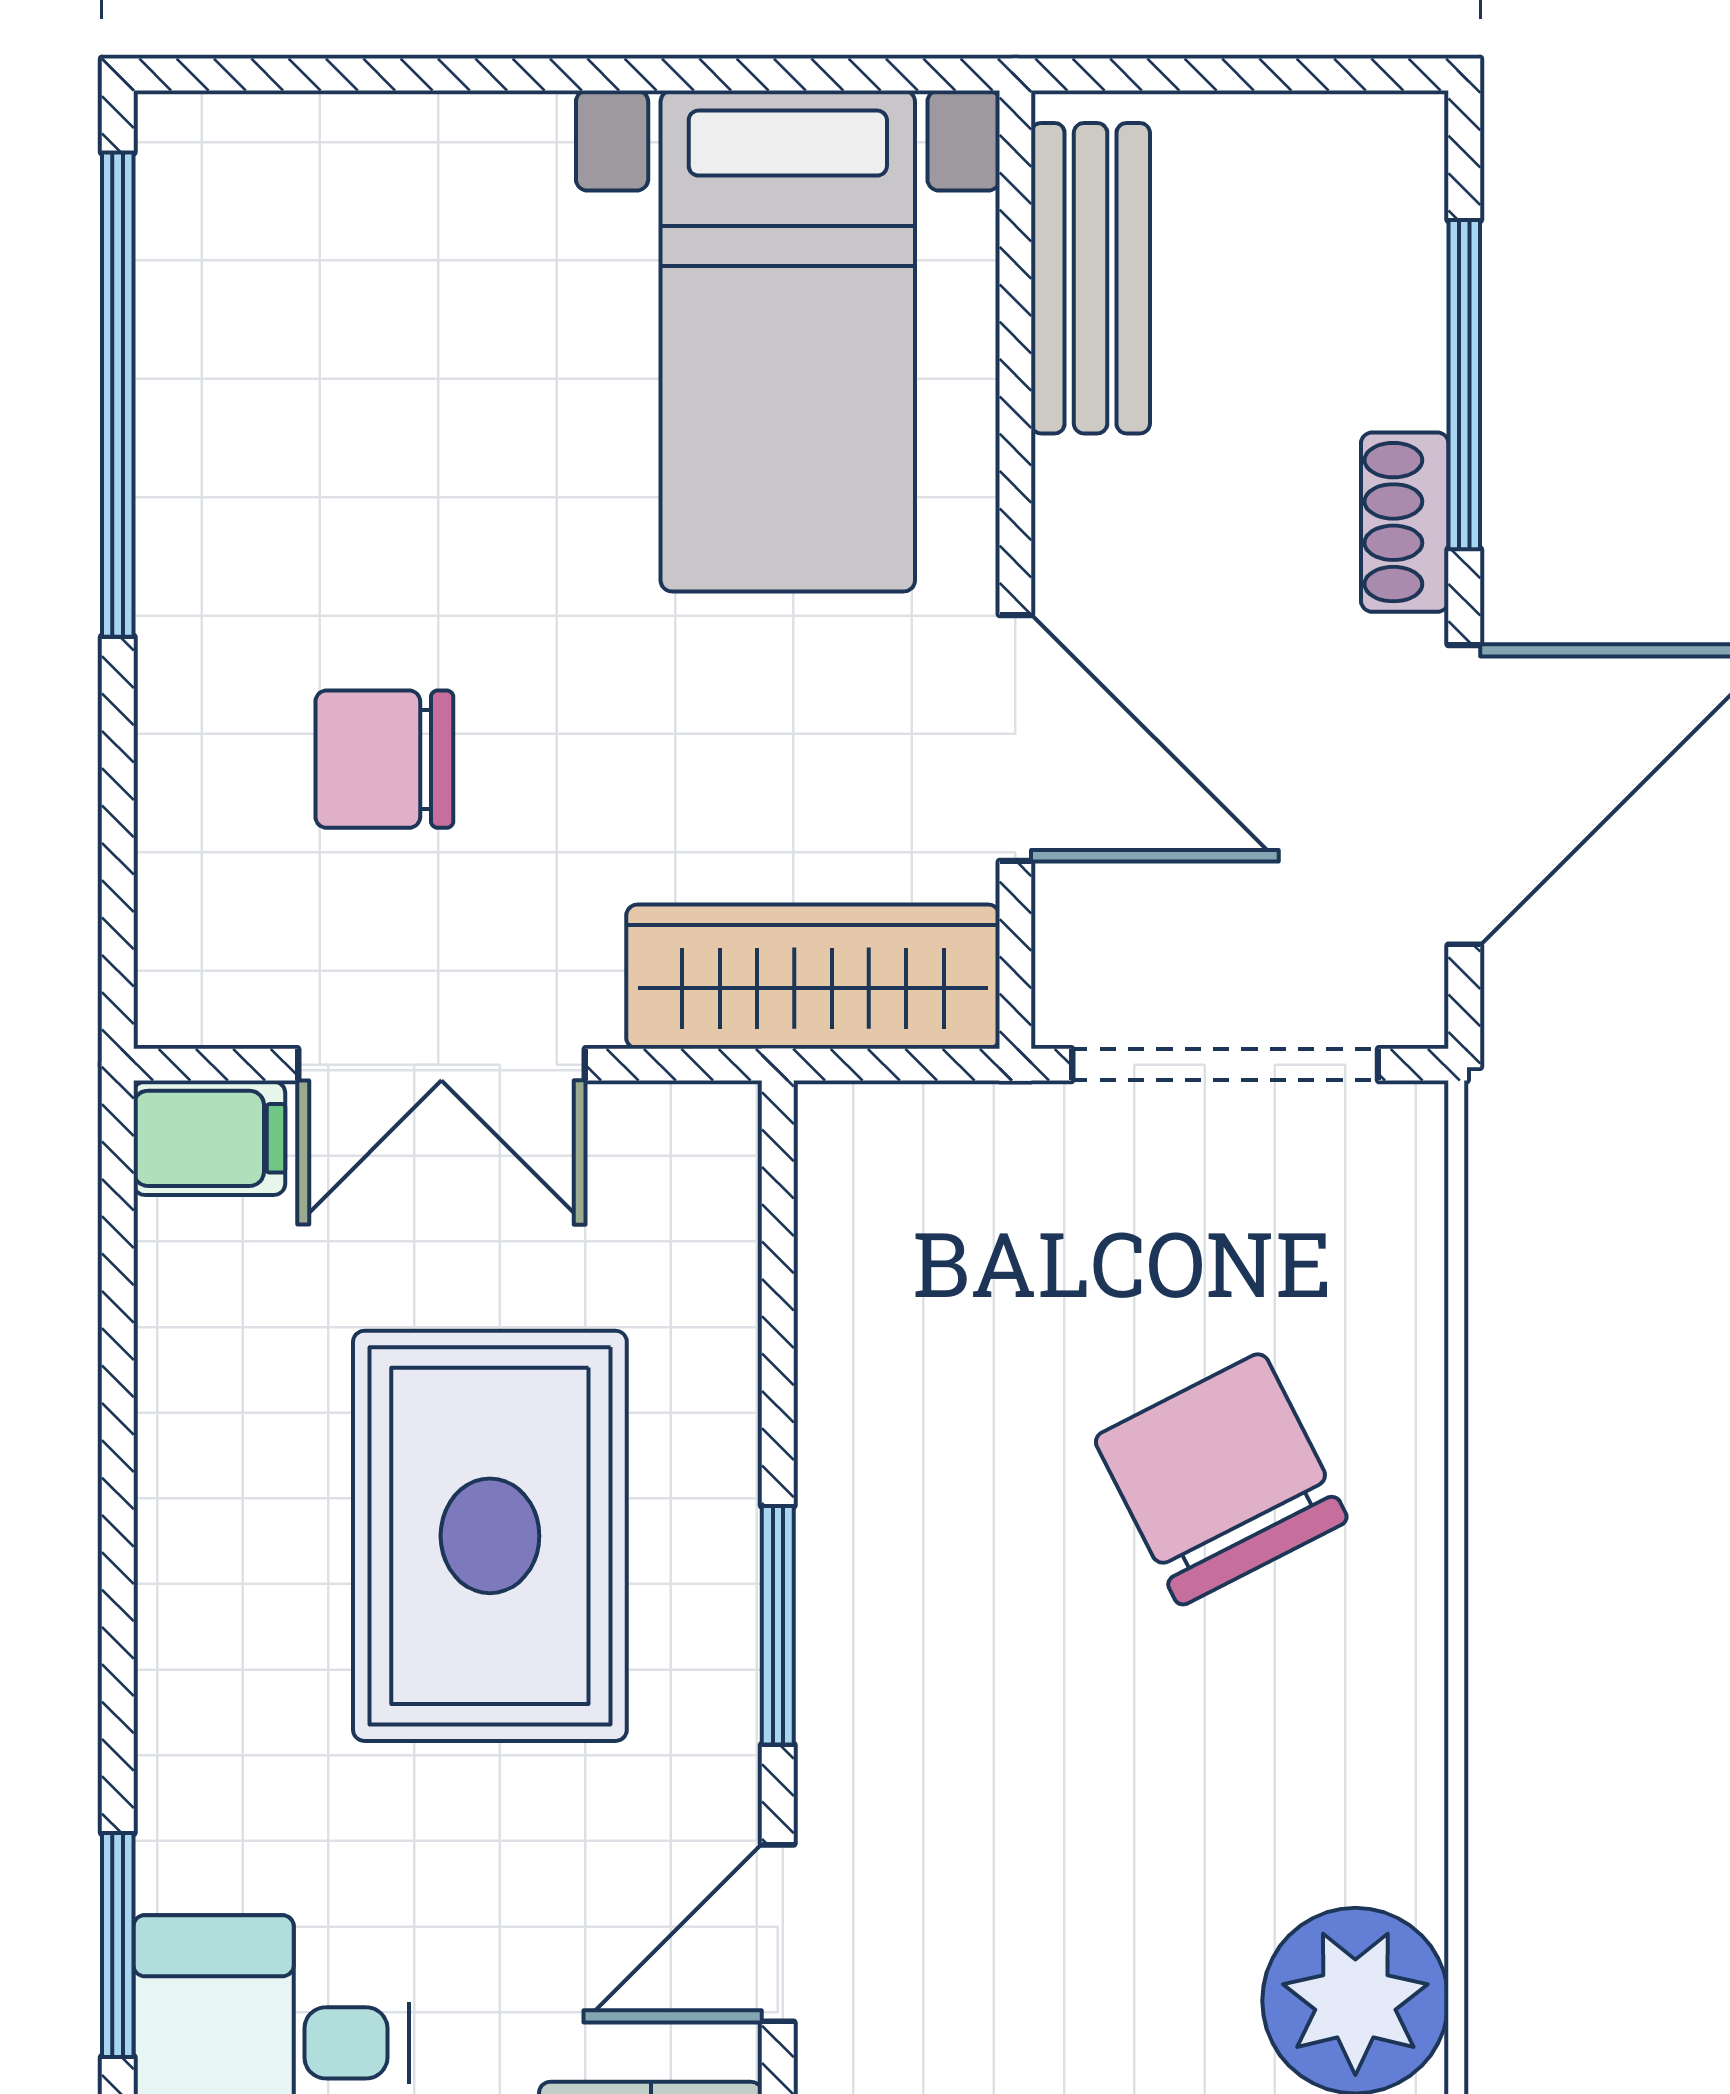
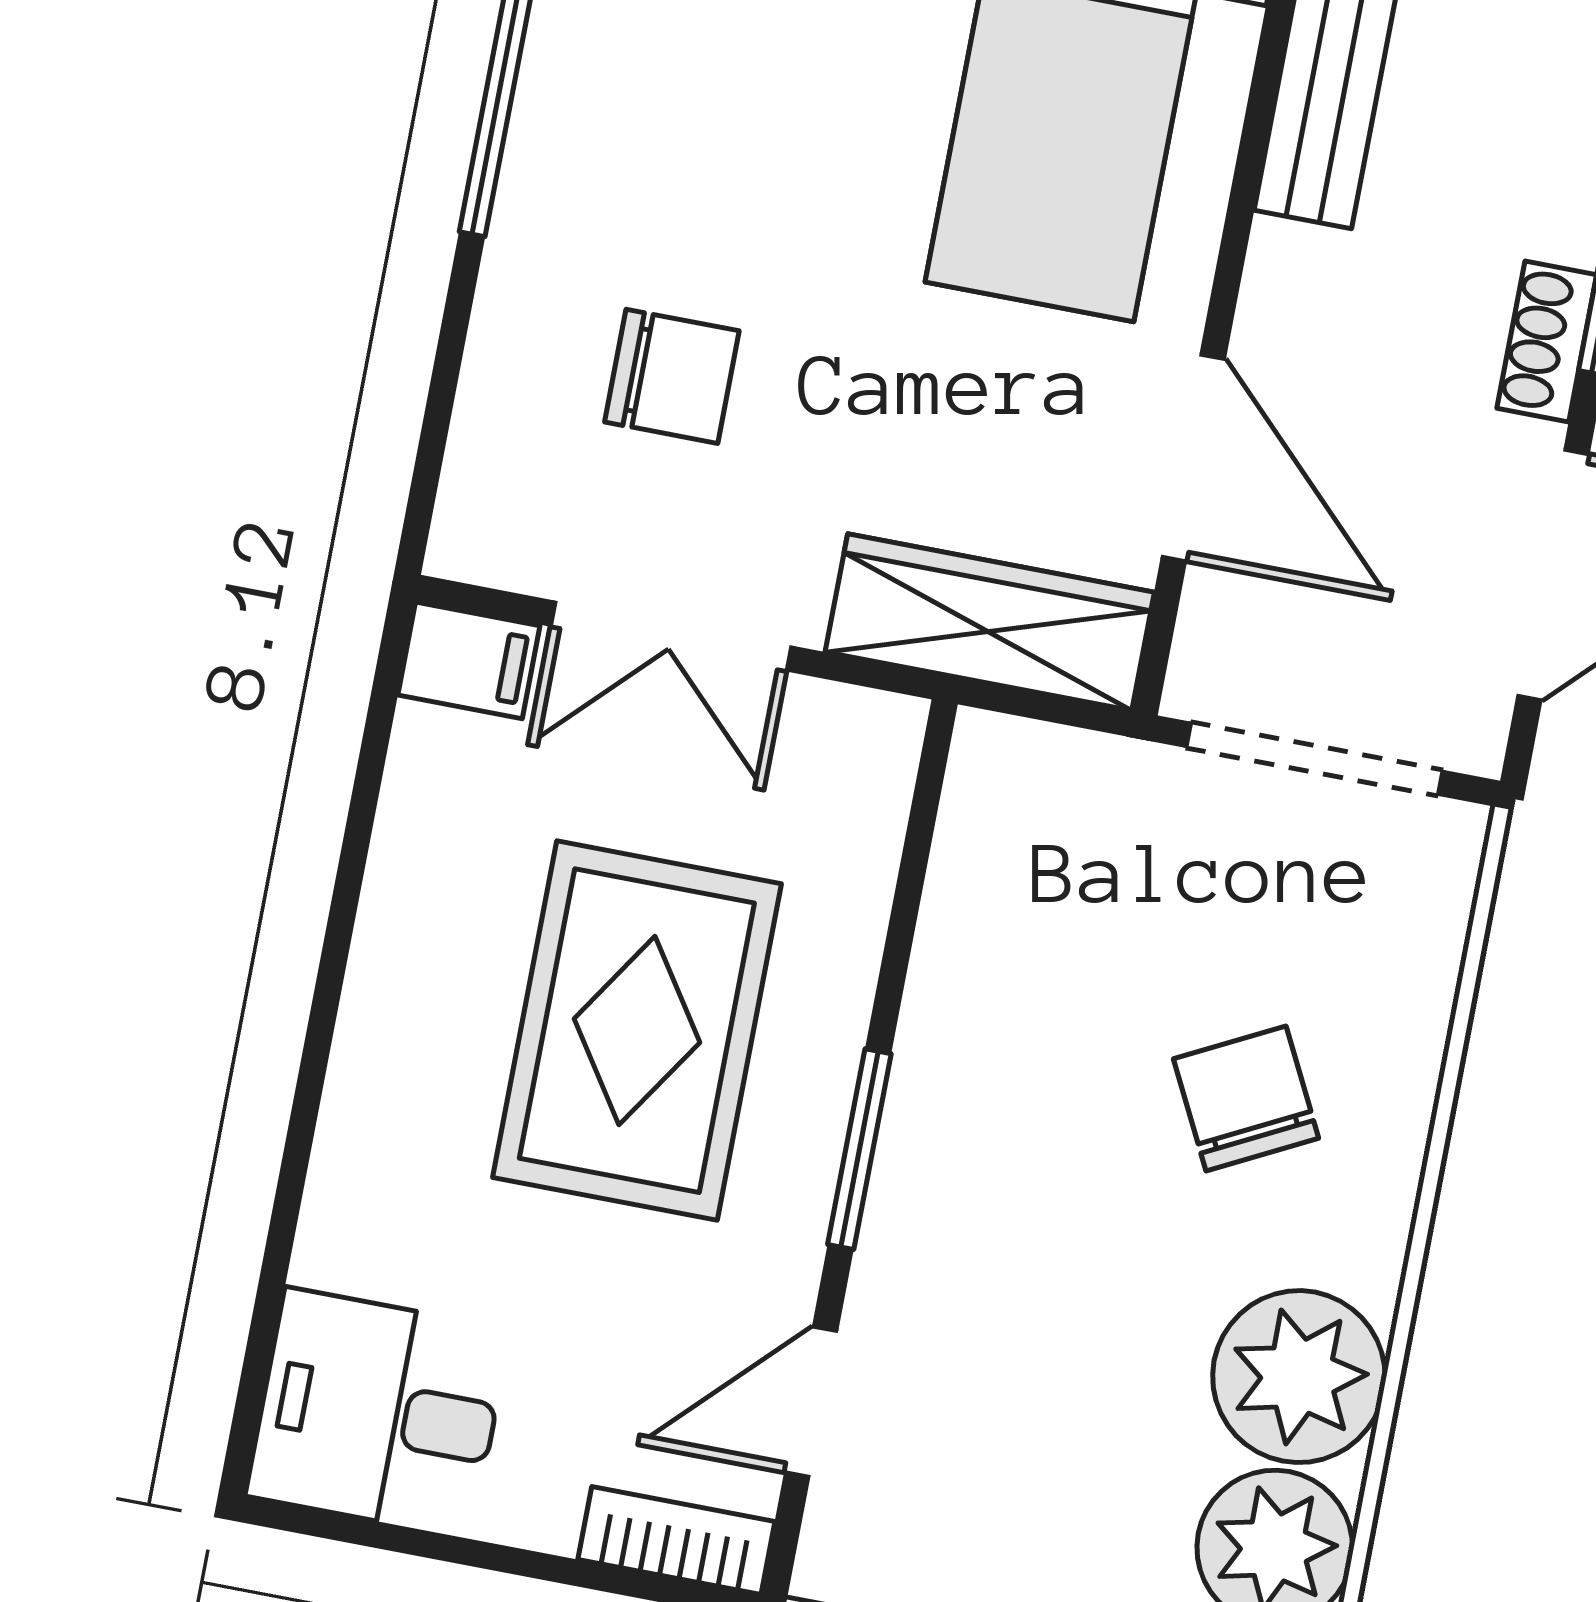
chair: (384, 759) -> (672, 376), turned 180
chair: (1221, 1479) -> (1246, 1098), width x0.73, depth x0.73
plant: (1345, 1794) -> (1299, 1377), added
window: (118, 1945) -> (267, 1308), removed

